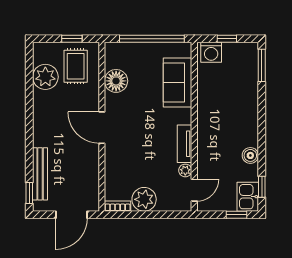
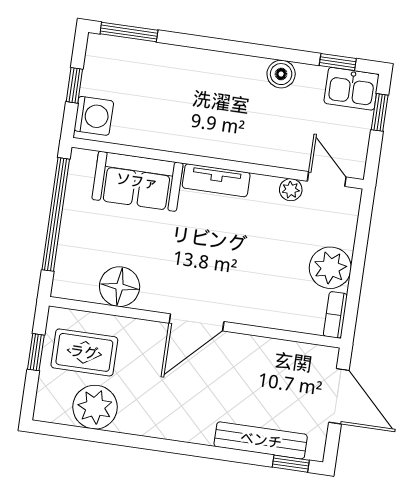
tv unit: (184, 144) -> (216, 180), moved

